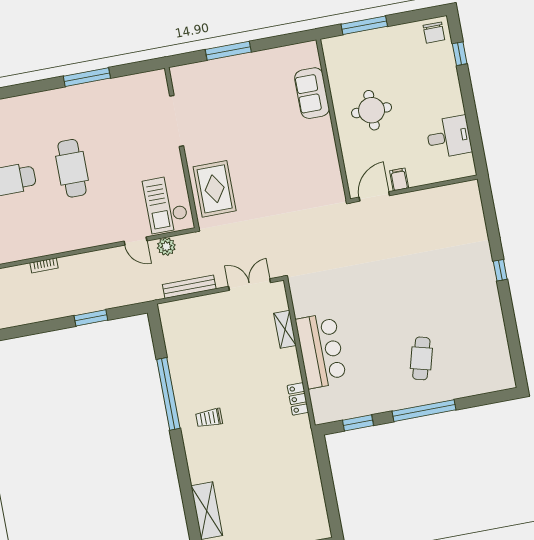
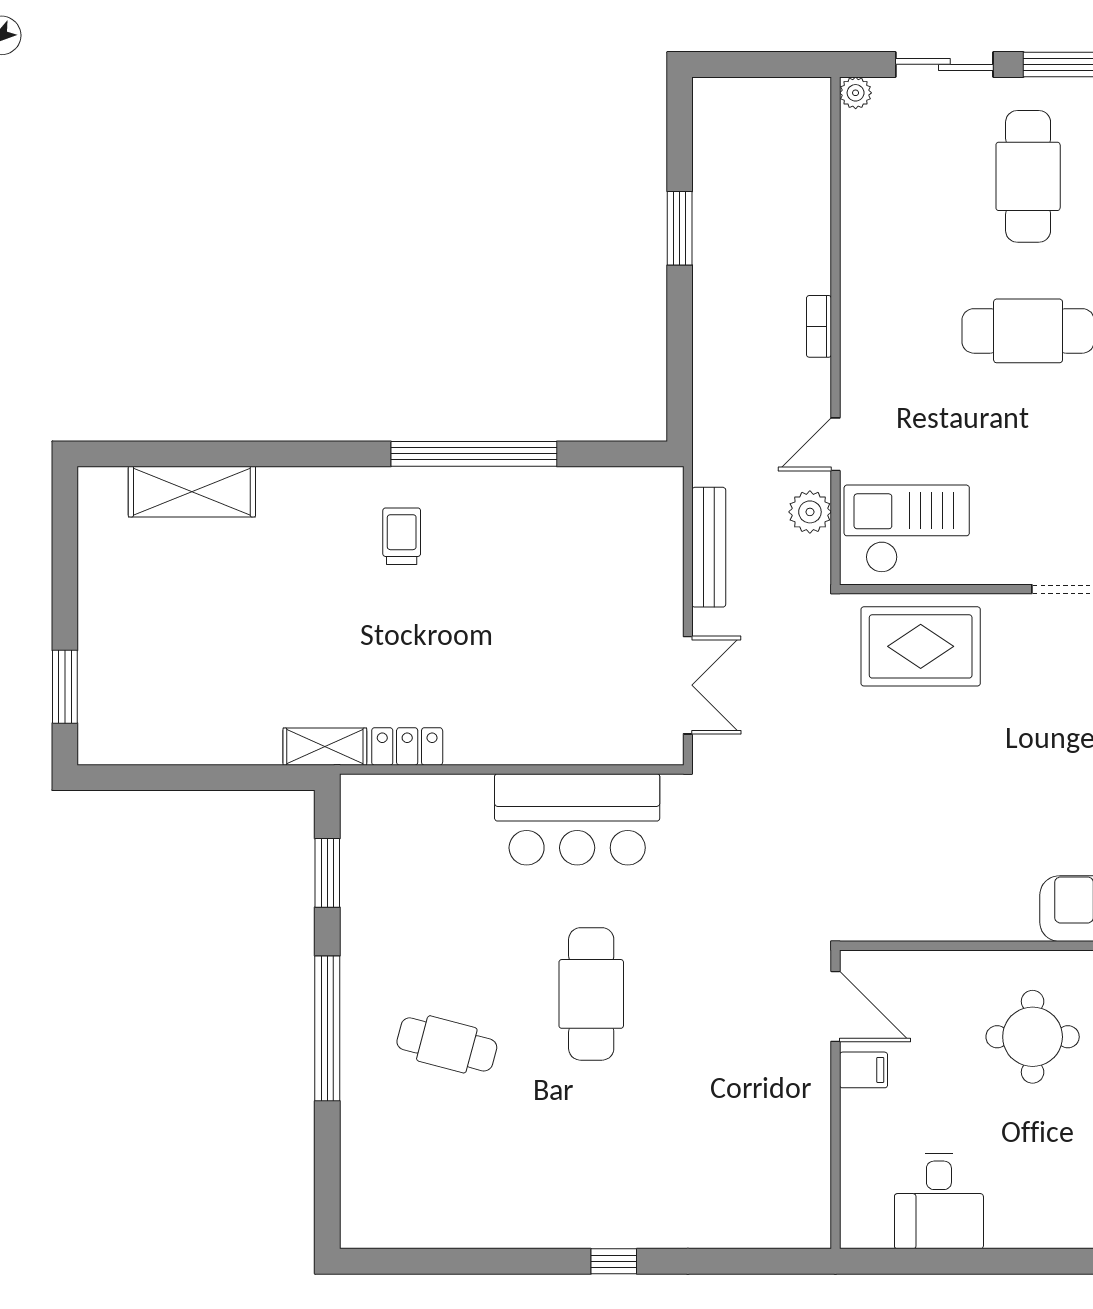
bookcase: (44, 265) -> (819, 326), moved
cafe table: (388, 301) -> (591, 994), added
window: (91, 318) -> (680, 228), moved
shelving: (285, 329) -> (325, 747), moved
bar counter: (321, 351) -> (577, 819), moved

